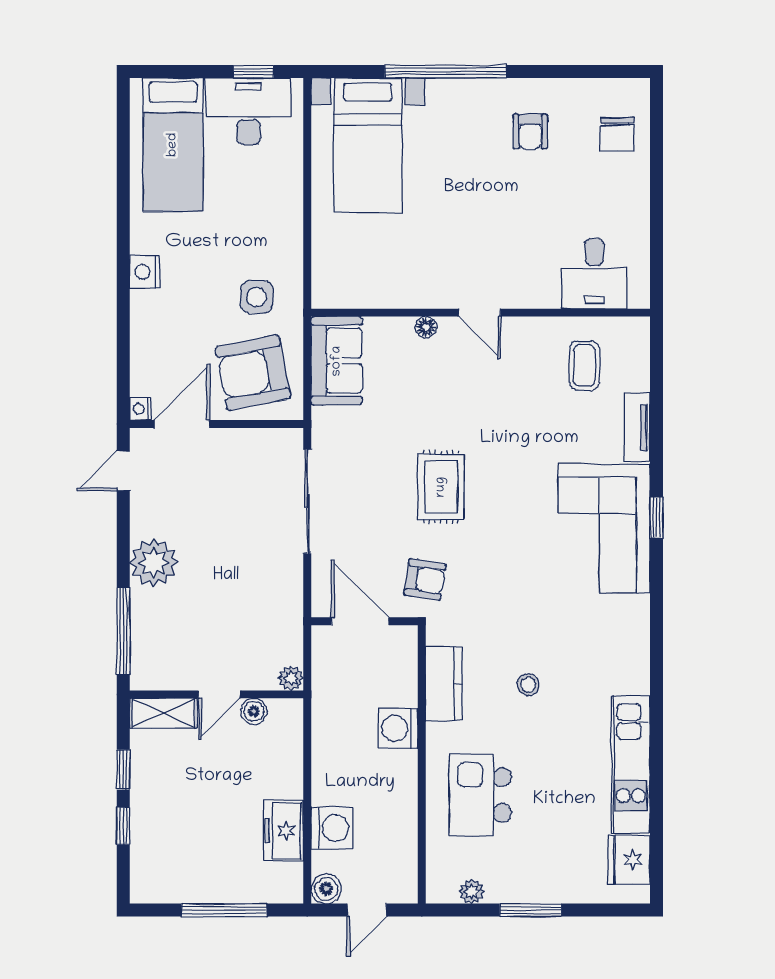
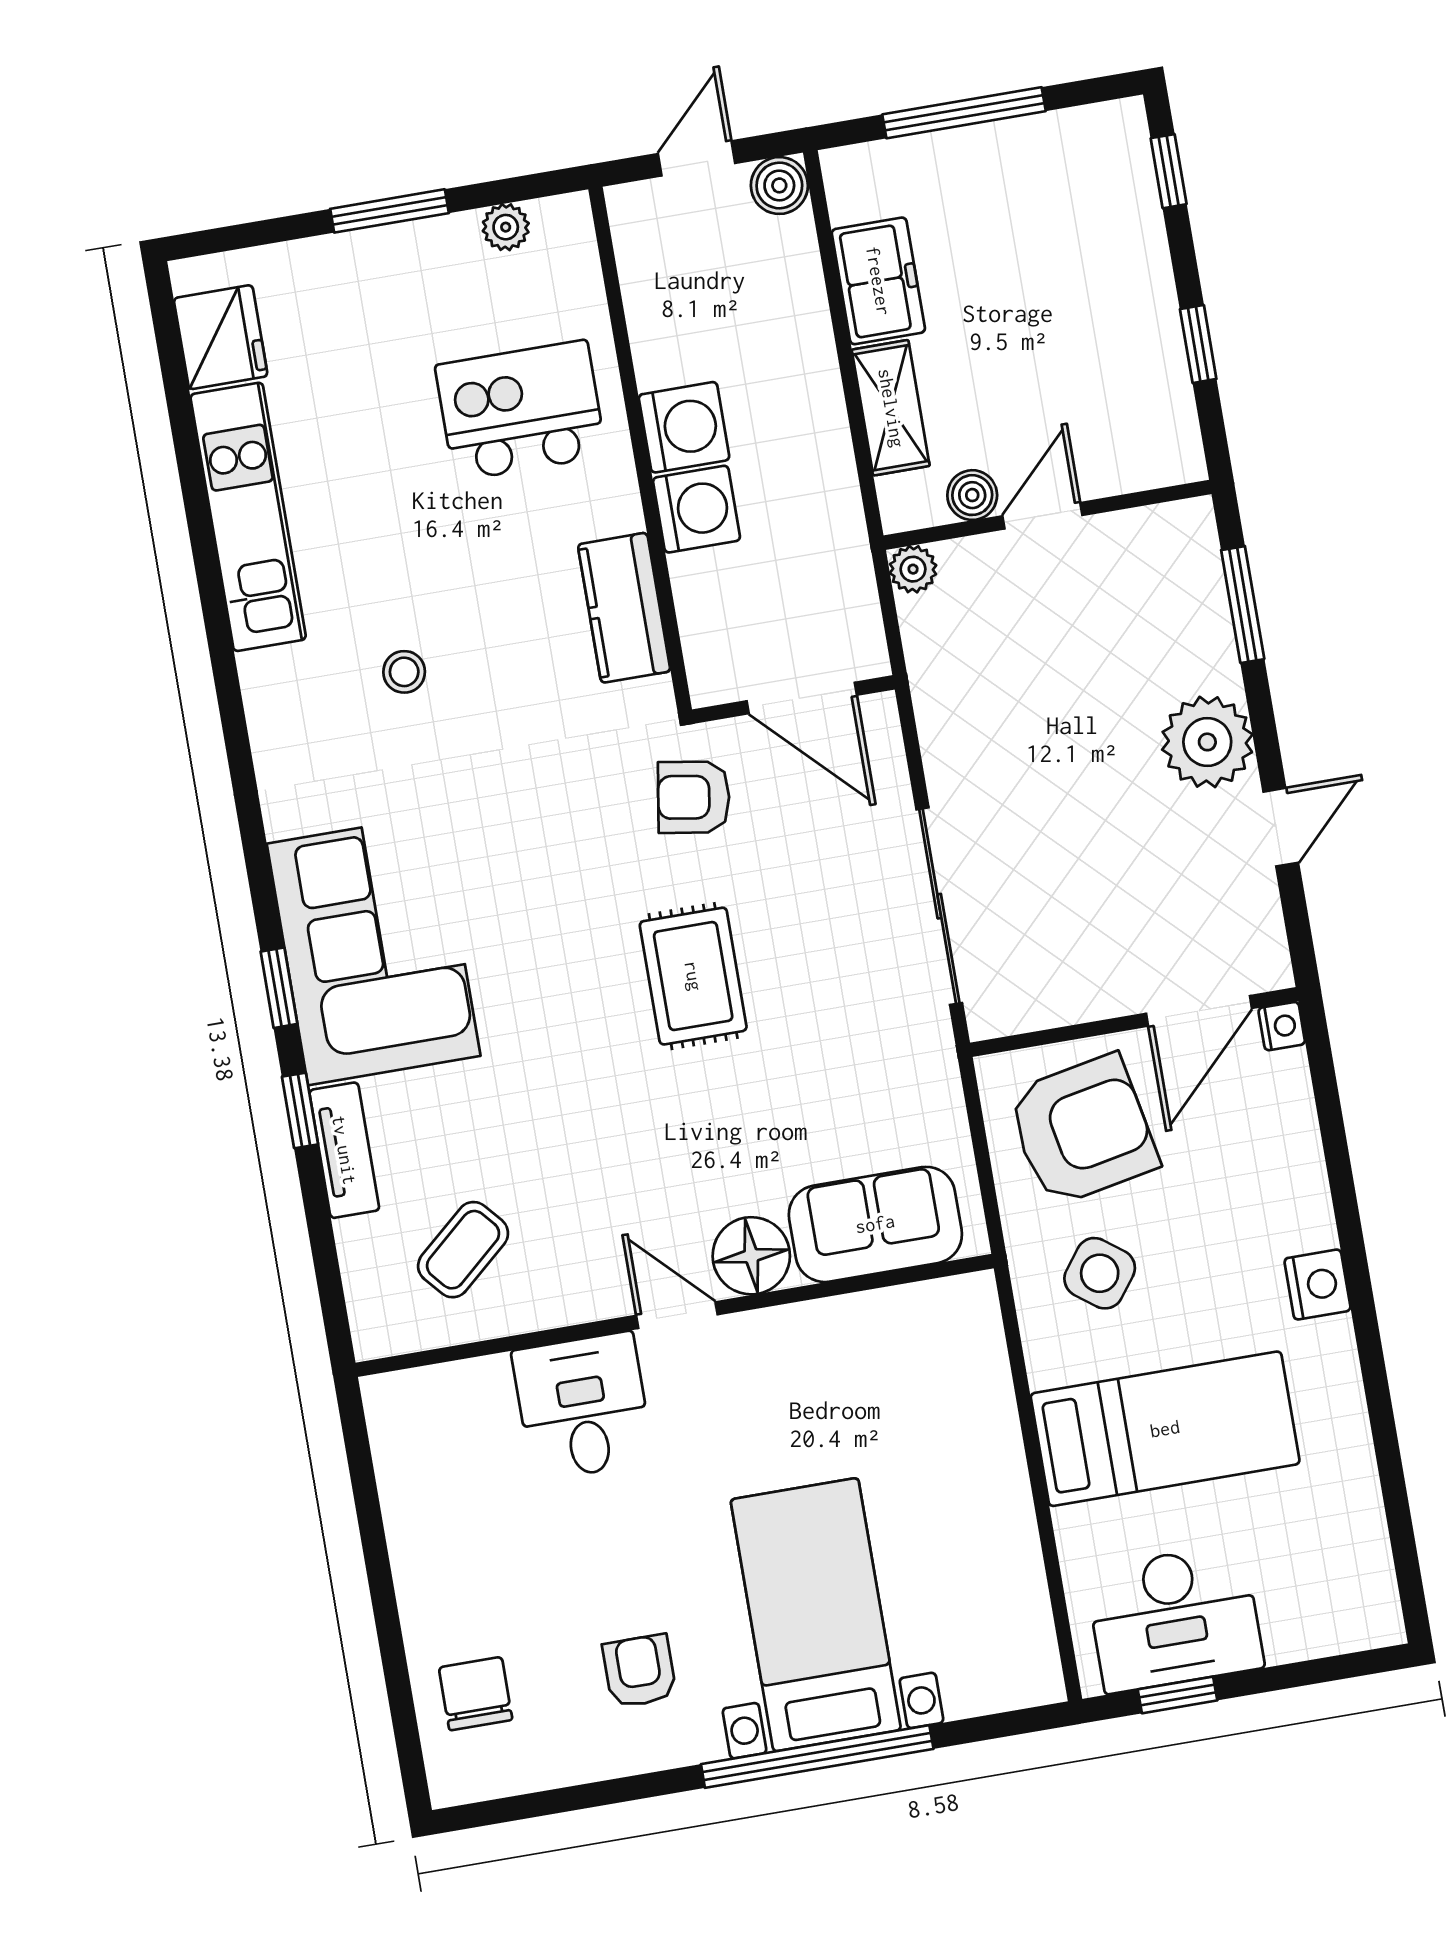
bed: (173, 145) -> (1165, 1429), moved, turned 90
bed with nightstands: (368, 145) -> (816, 1615), moved
desk: (594, 274) -> (583, 1406), moved
side table: (257, 297) -> (1100, 1273), turned 35
floor lamp: (426, 327) -> (751, 1256), width x1.89, depth x1.89
sofa: (337, 361) -> (875, 1224), moved, turned 90
coffee table: (584, 365) -> (463, 1250), turned 49
window: (657, 452) -> (300, 1110), added
door: (123, 471) -> (1281, 827), moved
window: (123, 631) -> (1243, 605), width x0.69
stool: (528, 685) -> (404, 672), moved
shelving: (163, 713) -> (891, 408), moved, turned 90
kitchen island: (480, 795) -> (521, 410), turned -90
window: (123, 826) -> (1169, 171), moved
washing machine: (332, 828) -> (684, 427), moved, turned 180

